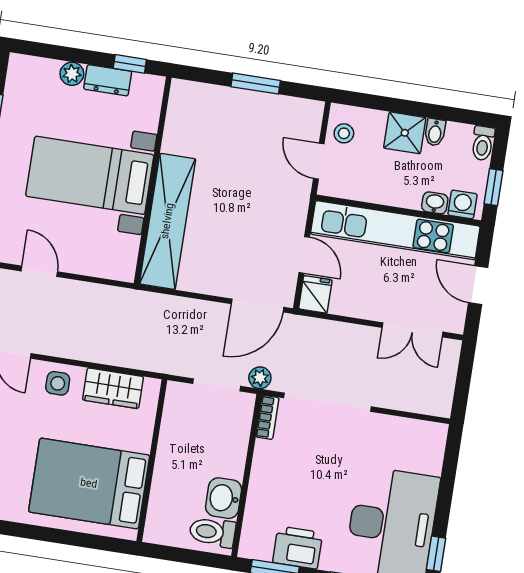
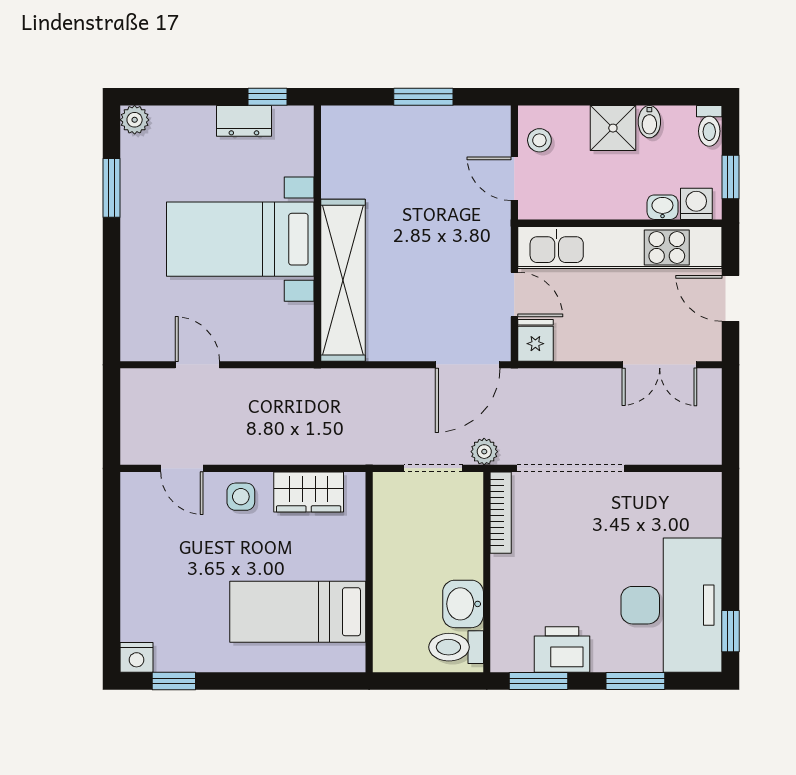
plant: (72, 74) -> (135, 120), moved
bookcase: (267, 417) -> (501, 513), width x1.56
bed: (89, 483) -> (298, 612), width x0.67

